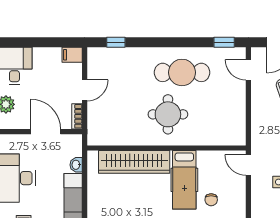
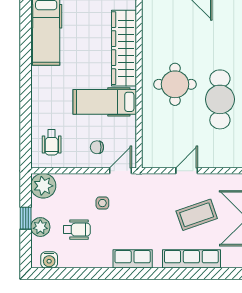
door: (248, 70) -> (187, 171), moved
chair: (211, 200) -> (97, 147), moved

